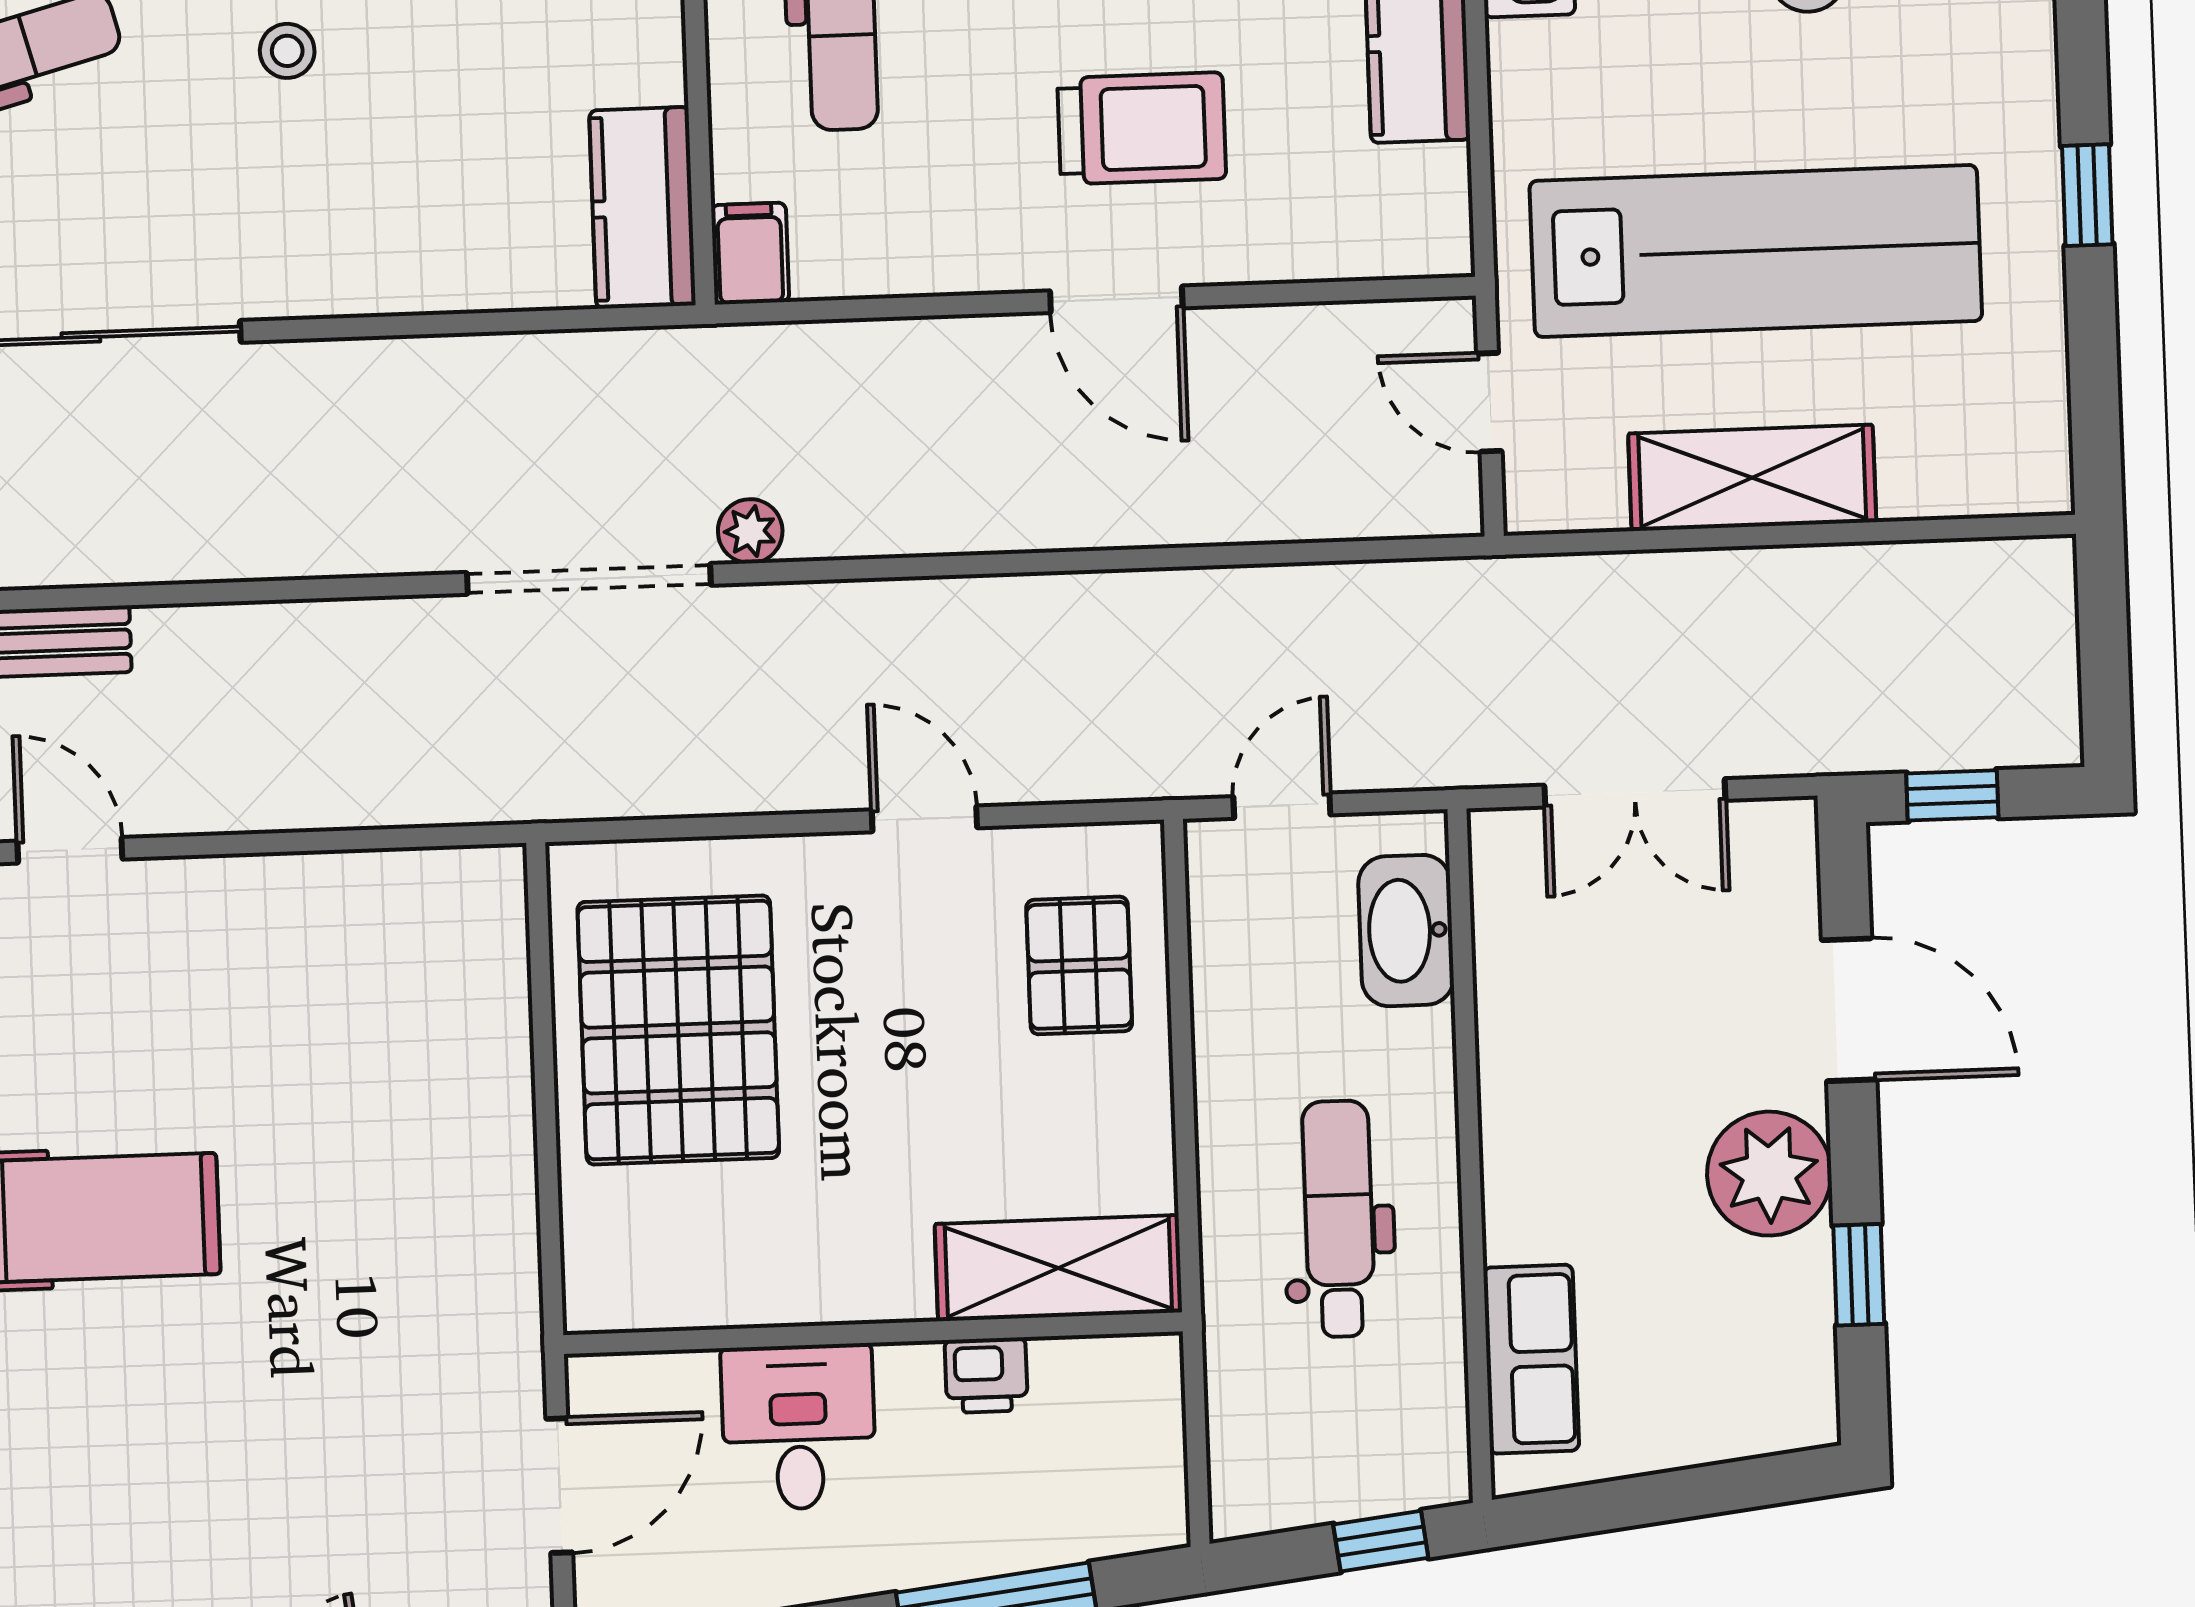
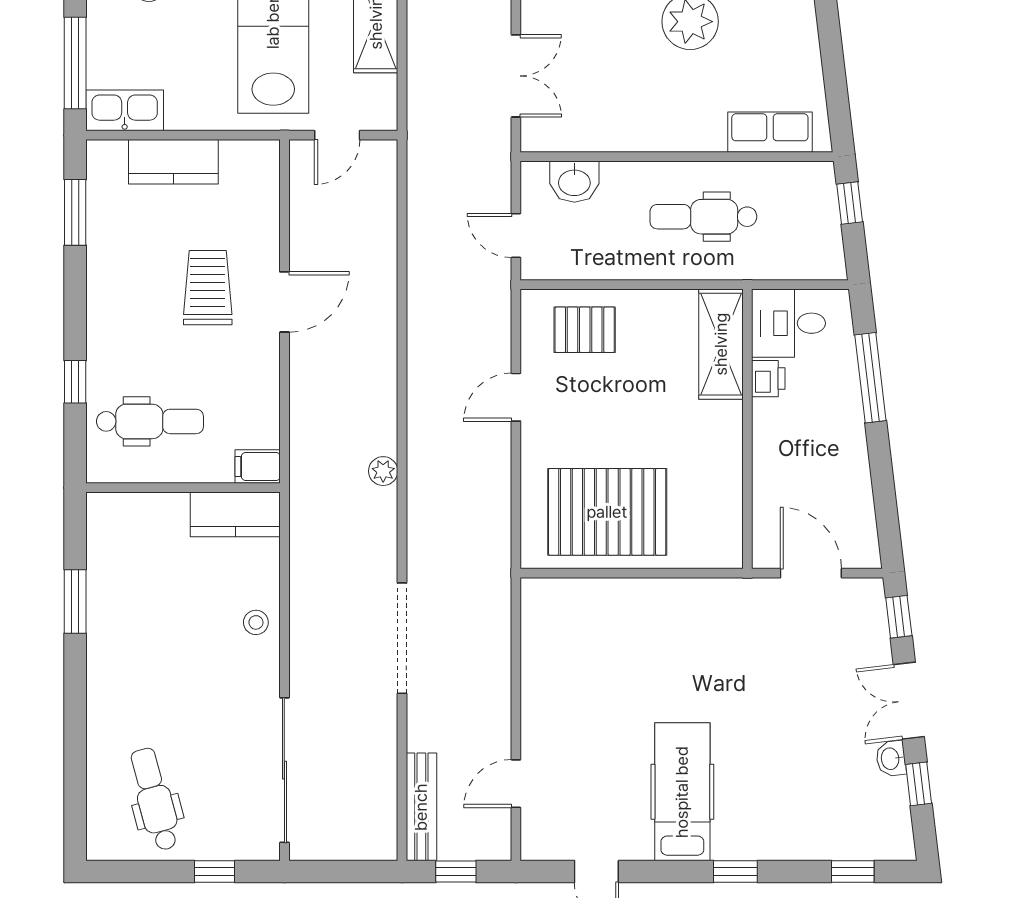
stool: (287, 51) -> (256, 622), moved
doorway: (589, 579) -> (402, 638), moved
washbasin: (1406, 931) -> (574, 182), width x0.72
desk: (799, 1427) -> (789, 323), moved

